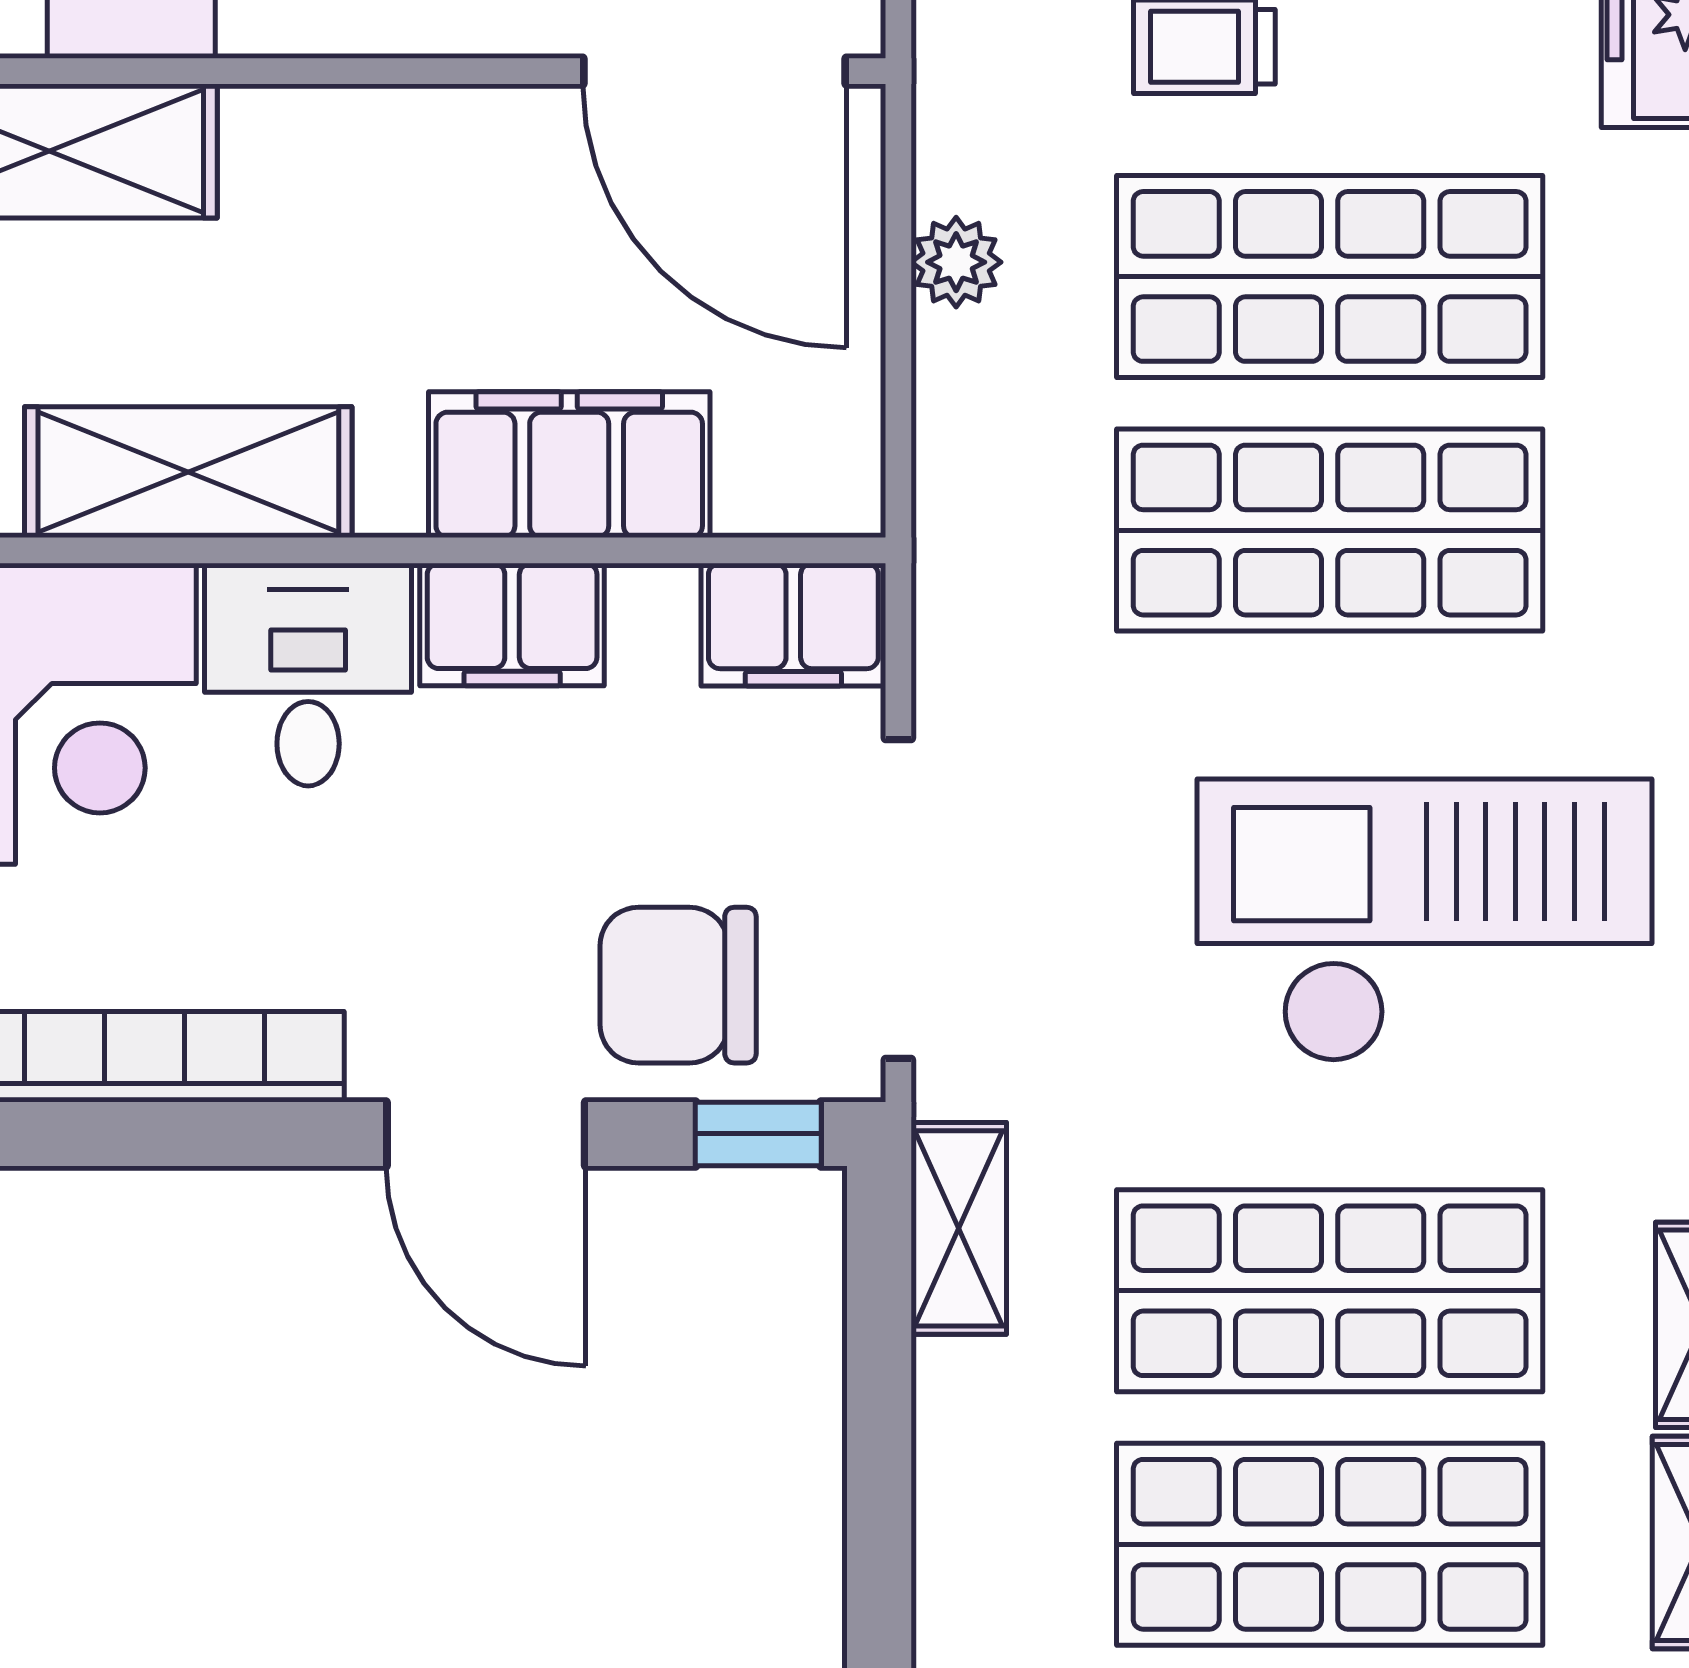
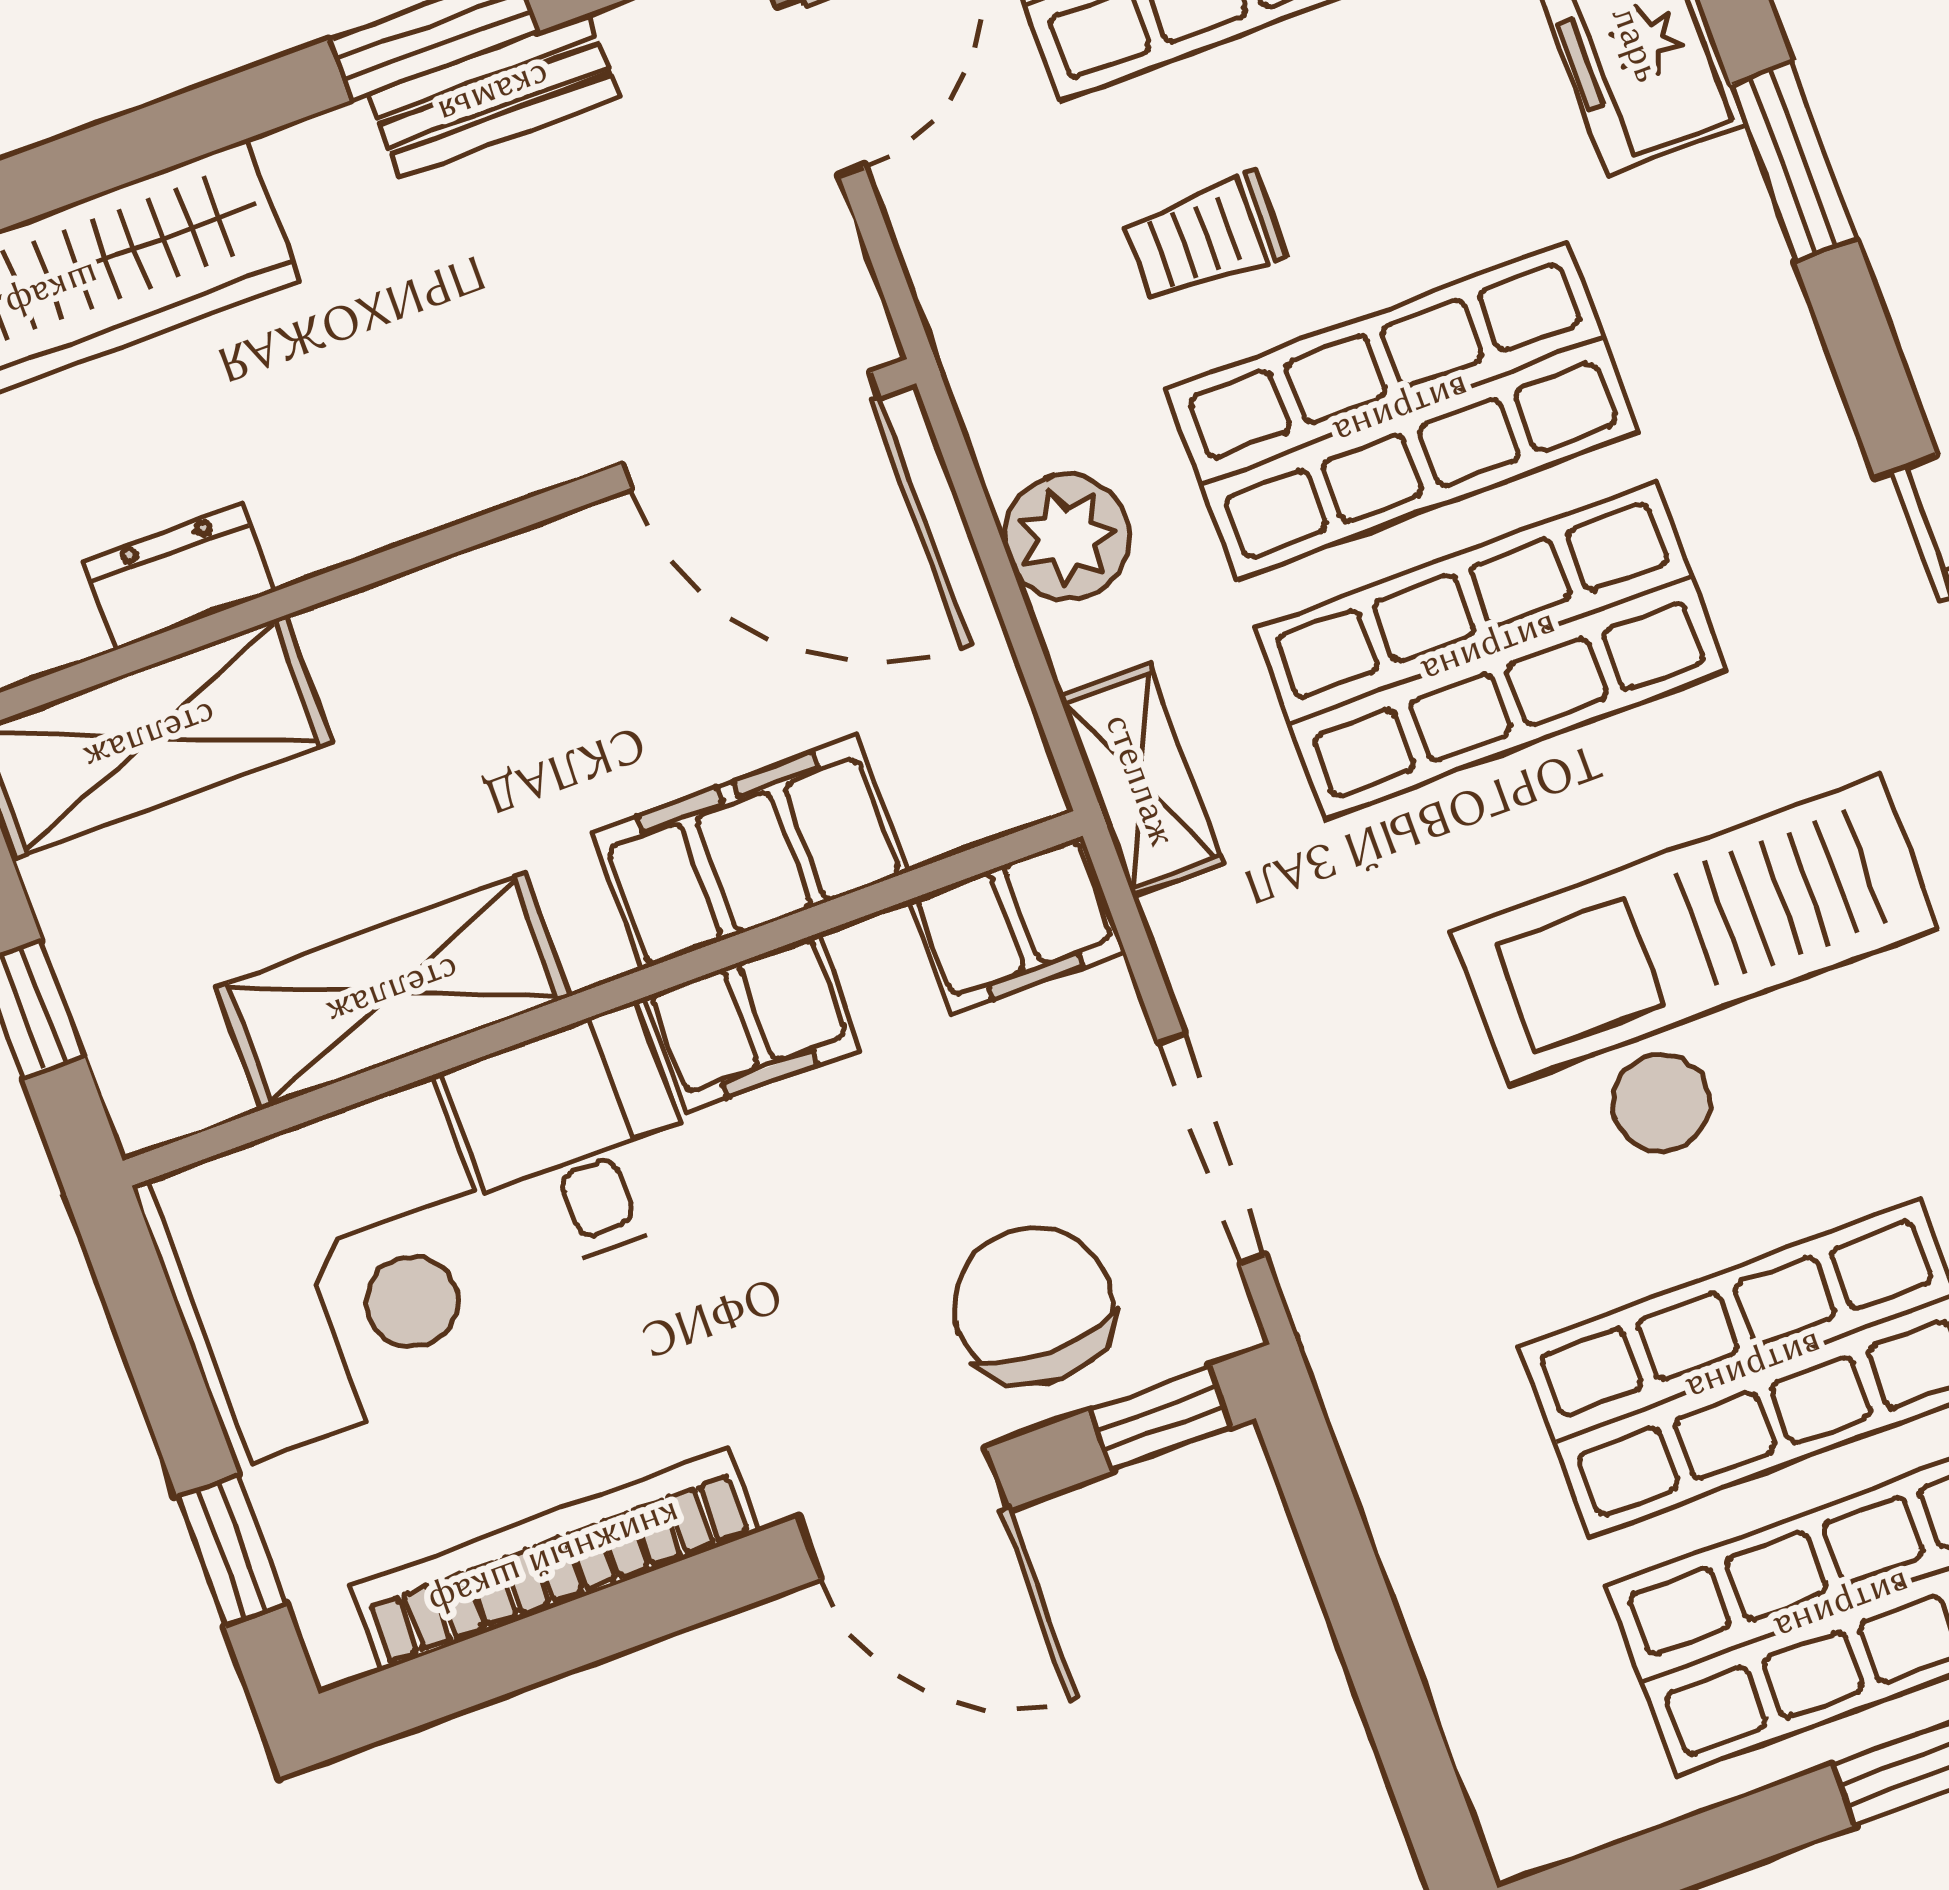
plant: (956, 262) -> (1067, 537), width x1.38, depth x1.38
doorway: (898, 899) -> (1211, 1148), width x0.73
chair: (678, 985) -> (1033, 1306), turned 90
shelving: (959, 1228) -> (1141, 780), moved

